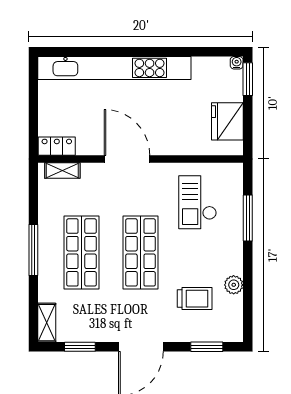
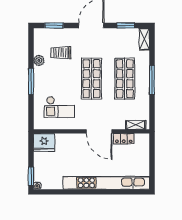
fridge: (227, 121) -> (44, 142), moved, turned 90
locker: (57, 146) -> (124, 139), moved
checkout: (198, 202) -> (59, 107), turned 90
window: (248, 218) -> (31, 81), moved

